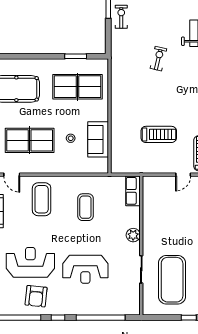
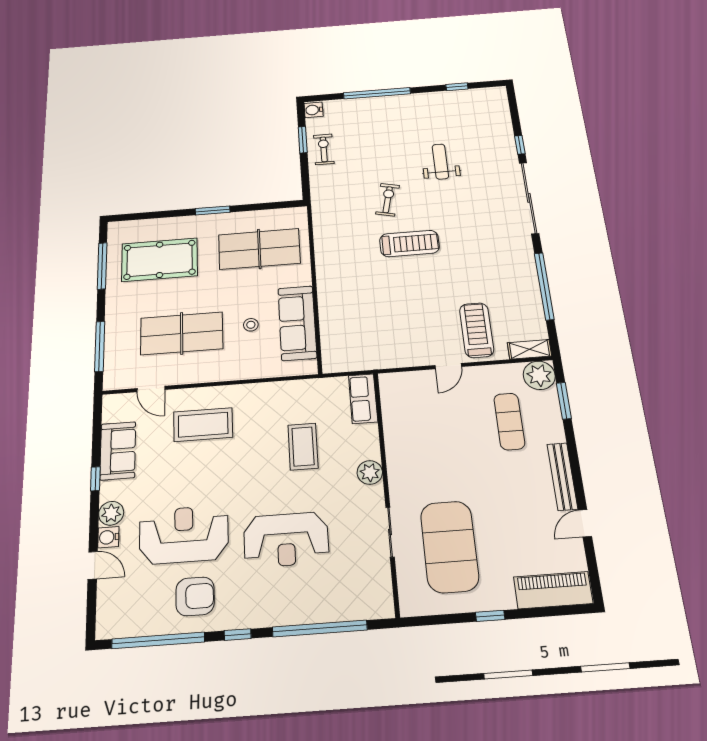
window: (76, 56) -> (213, 210), moved
treadmill: (159, 134) -> (409, 243), moved
sofa: (98, 139) -> (297, 323), width x1.36
coffee table: (42, 199) -> (203, 425), turned 90
coffee table: (85, 207) -> (303, 447), moved
armchair: (36, 296) -> (195, 596), turned -96

